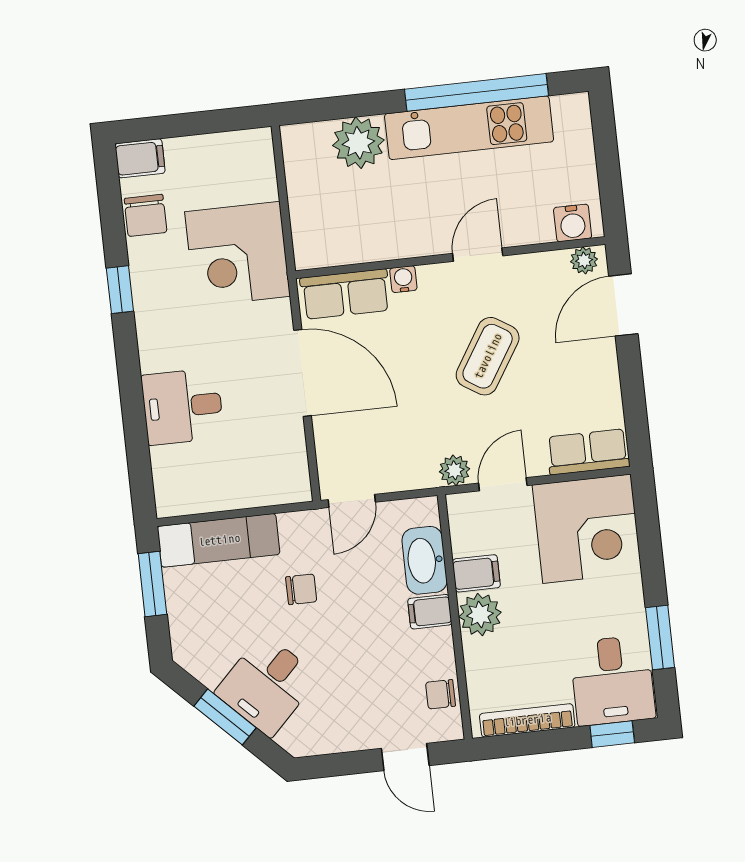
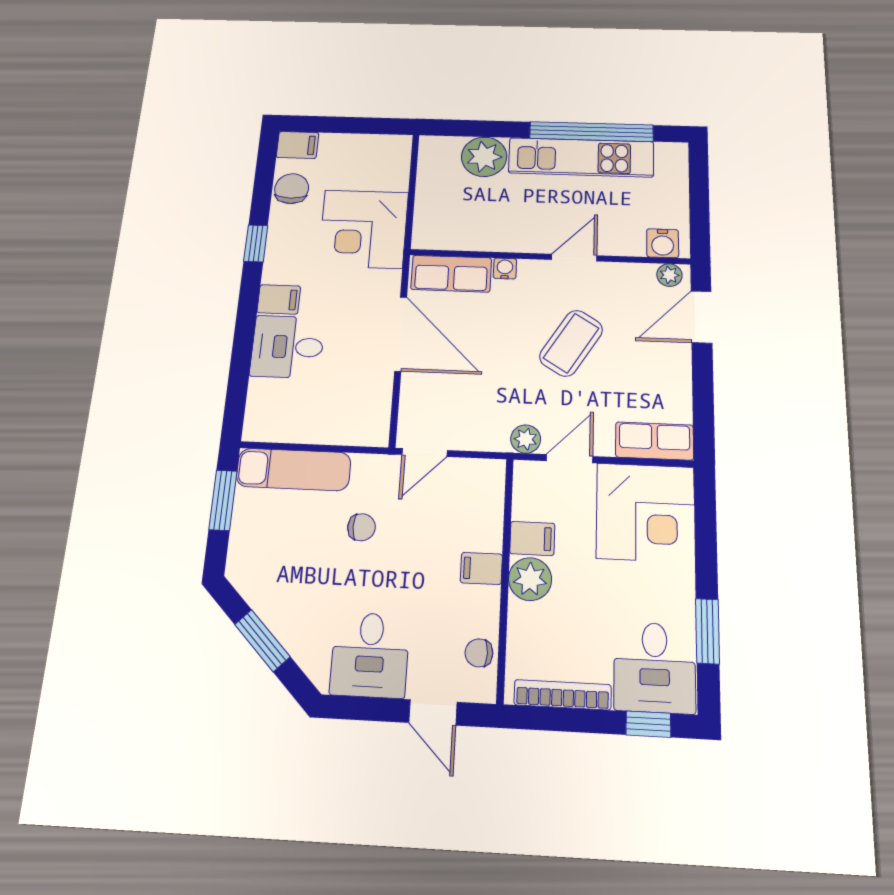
chair: (145, 215) -> (292, 189), turned 180
filing cabinet: (161, 353) -> (279, 299), added
washbasin: (425, 560) -> (484, 518), removed
desk: (267, 685) -> (370, 655), moved, turned -45

